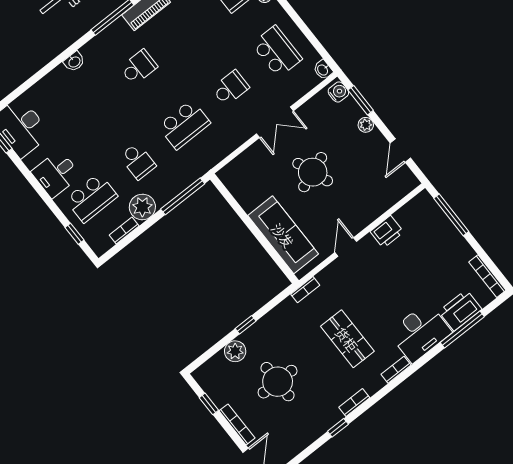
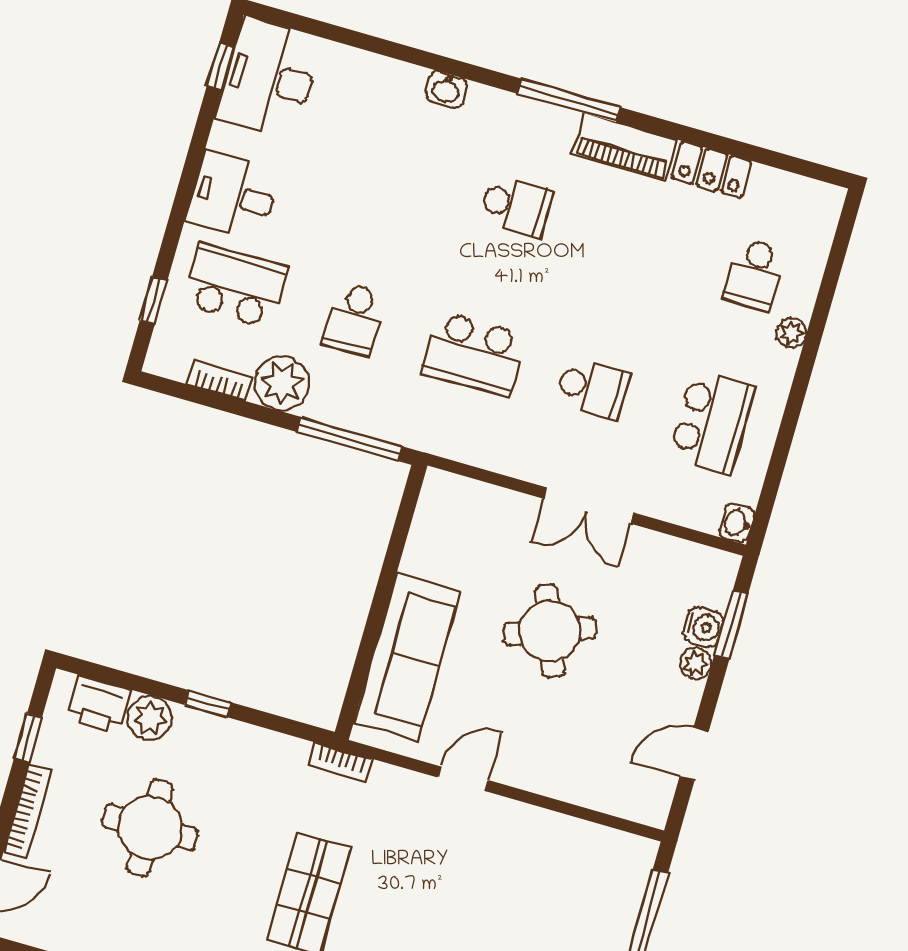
water cooler: (338, 92) -> (703, 627), moved
school desk: (91, 198) -> (235, 286), turned 180
printer: (387, 232) -> (99, 704), moved

